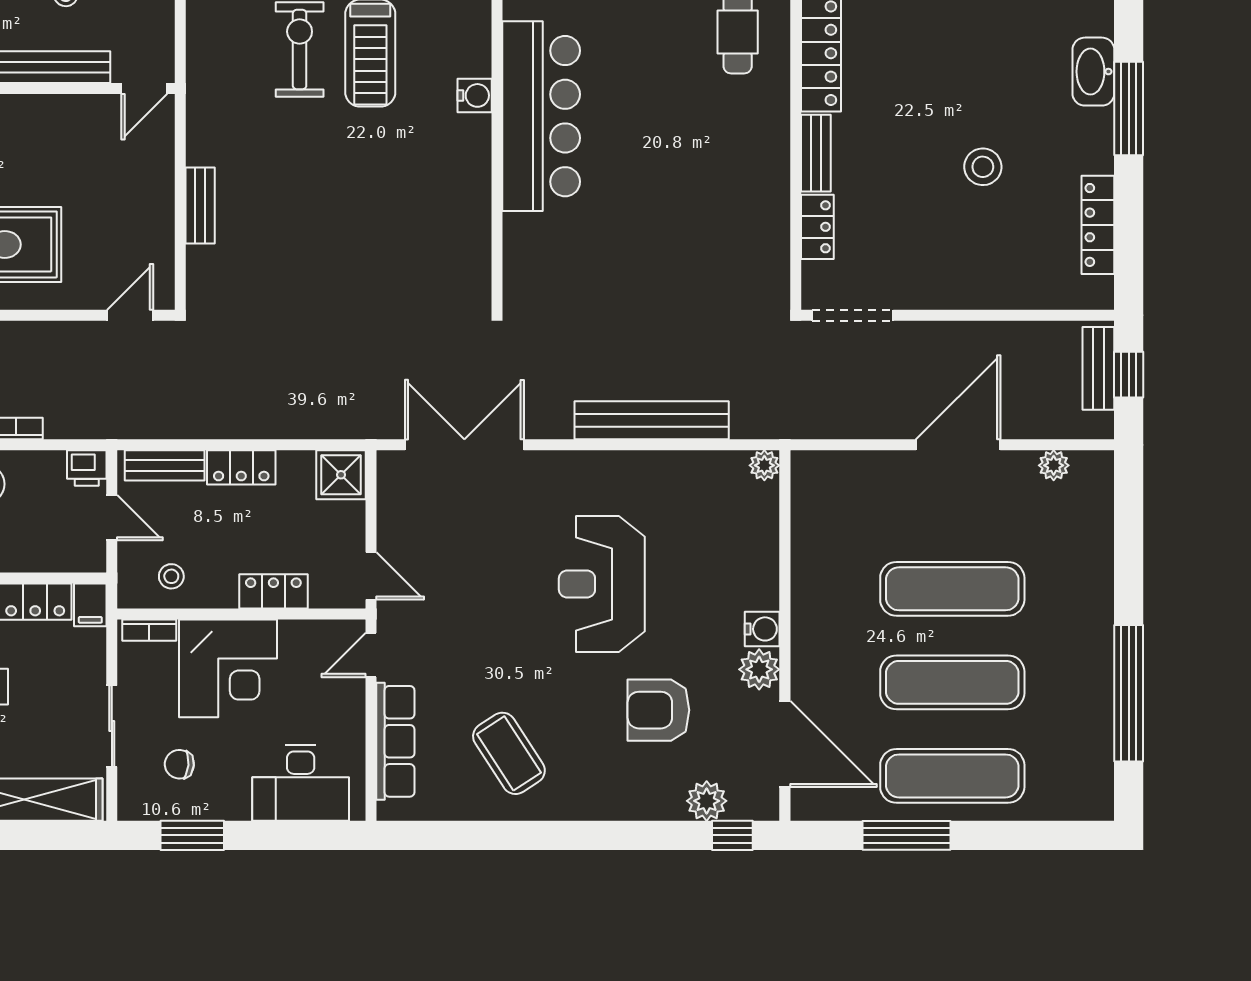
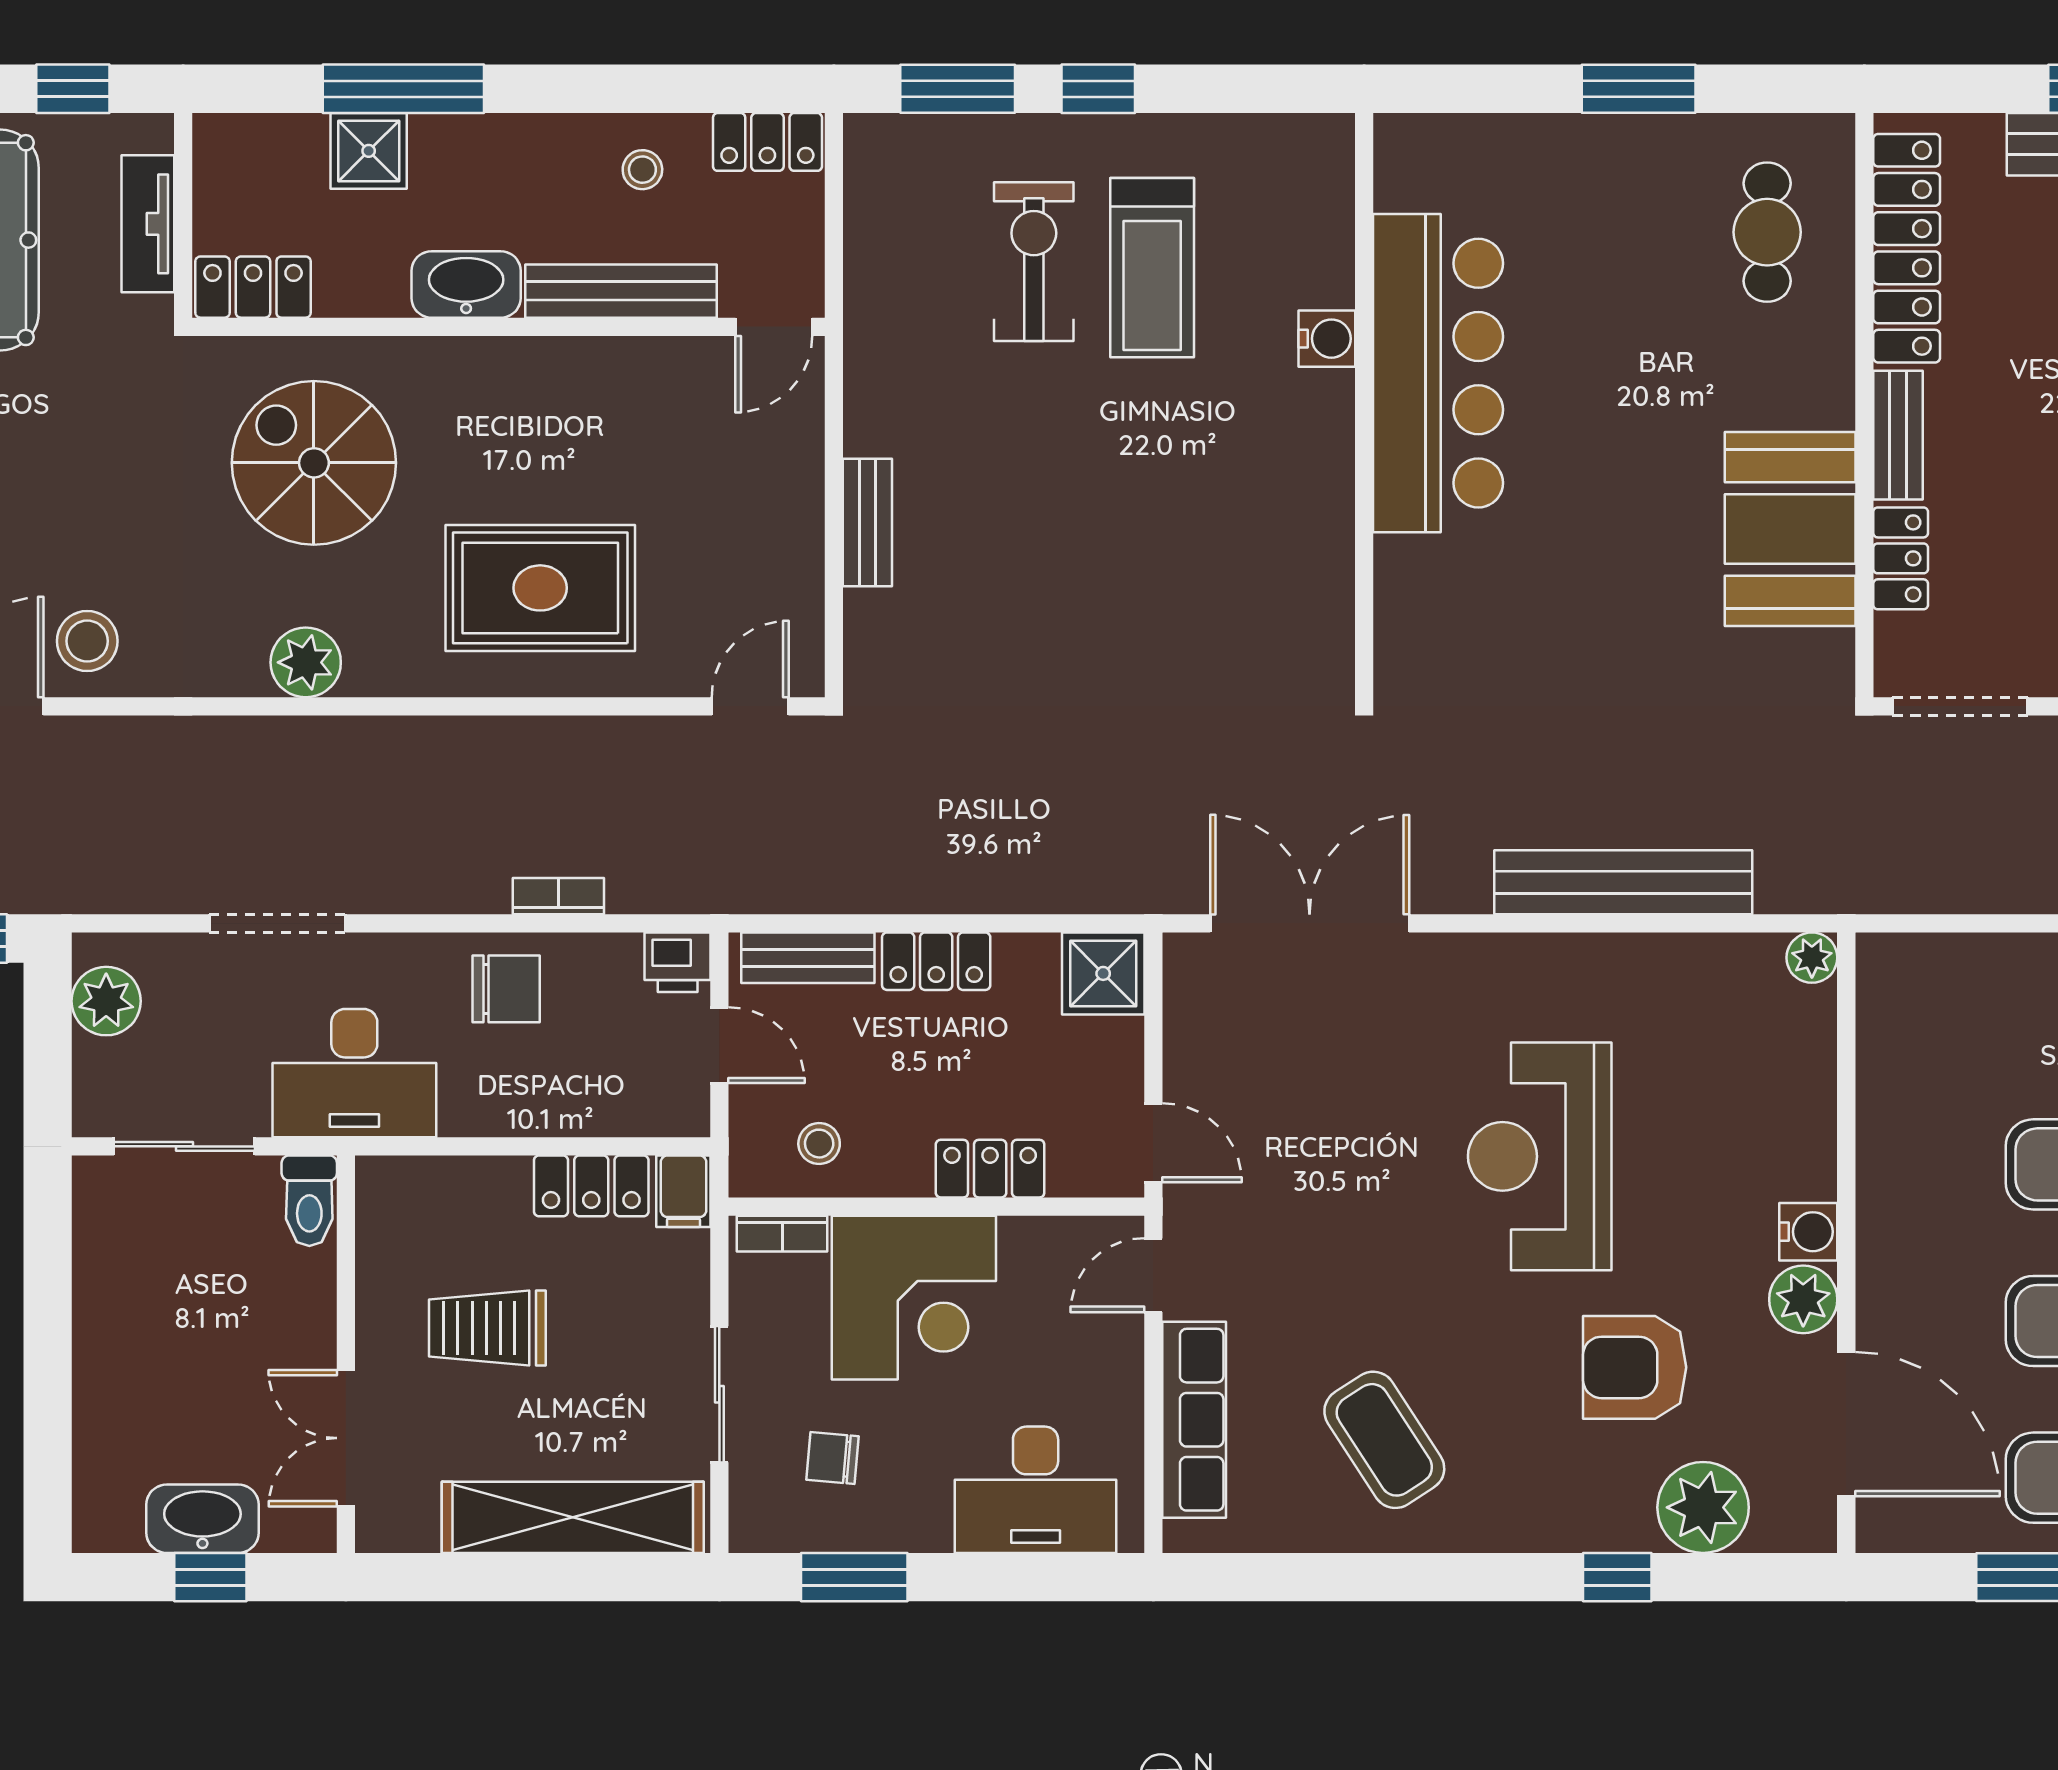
booth: (751, 209) -> (1790, 529), added
plant: (707, 801) -> (1703, 1507), width x1.36, depth x1.36
window: (732, 835) -> (1617, 1577), moved

